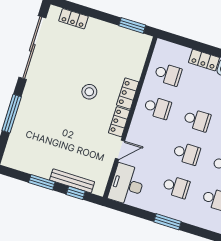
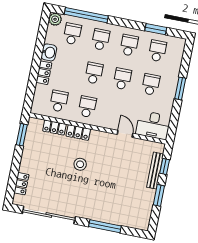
locker: (119, 122) -> (54, 128), moved

